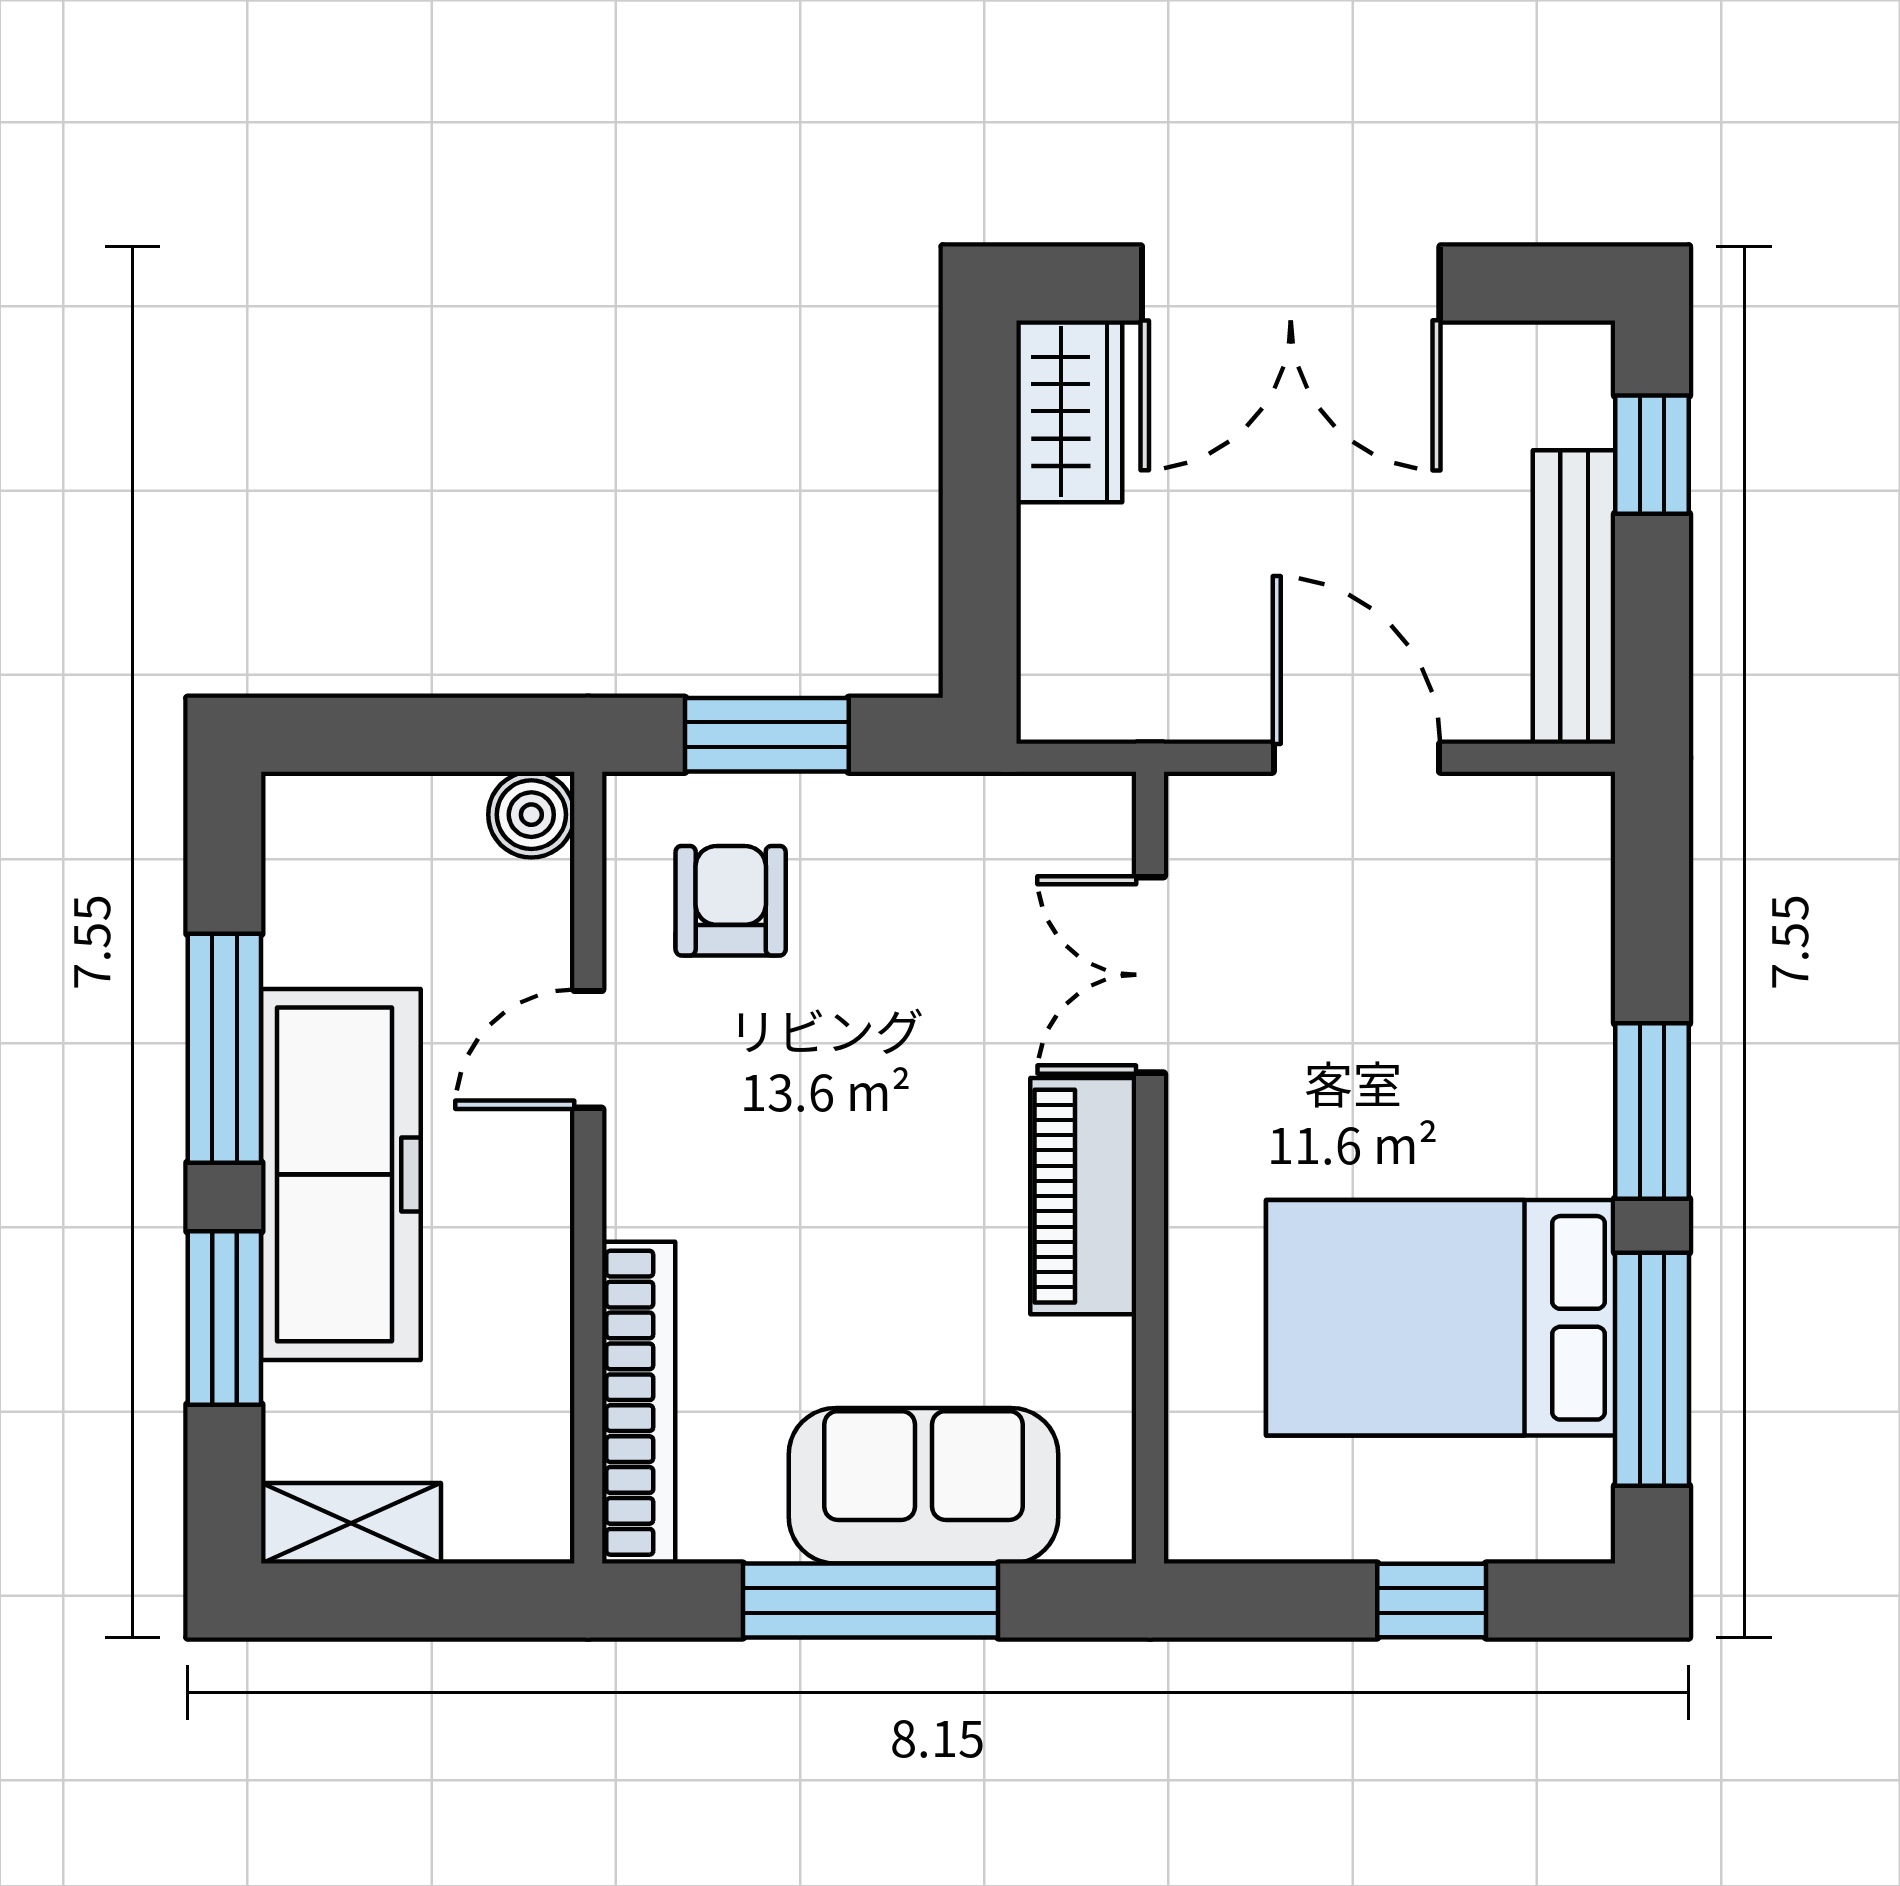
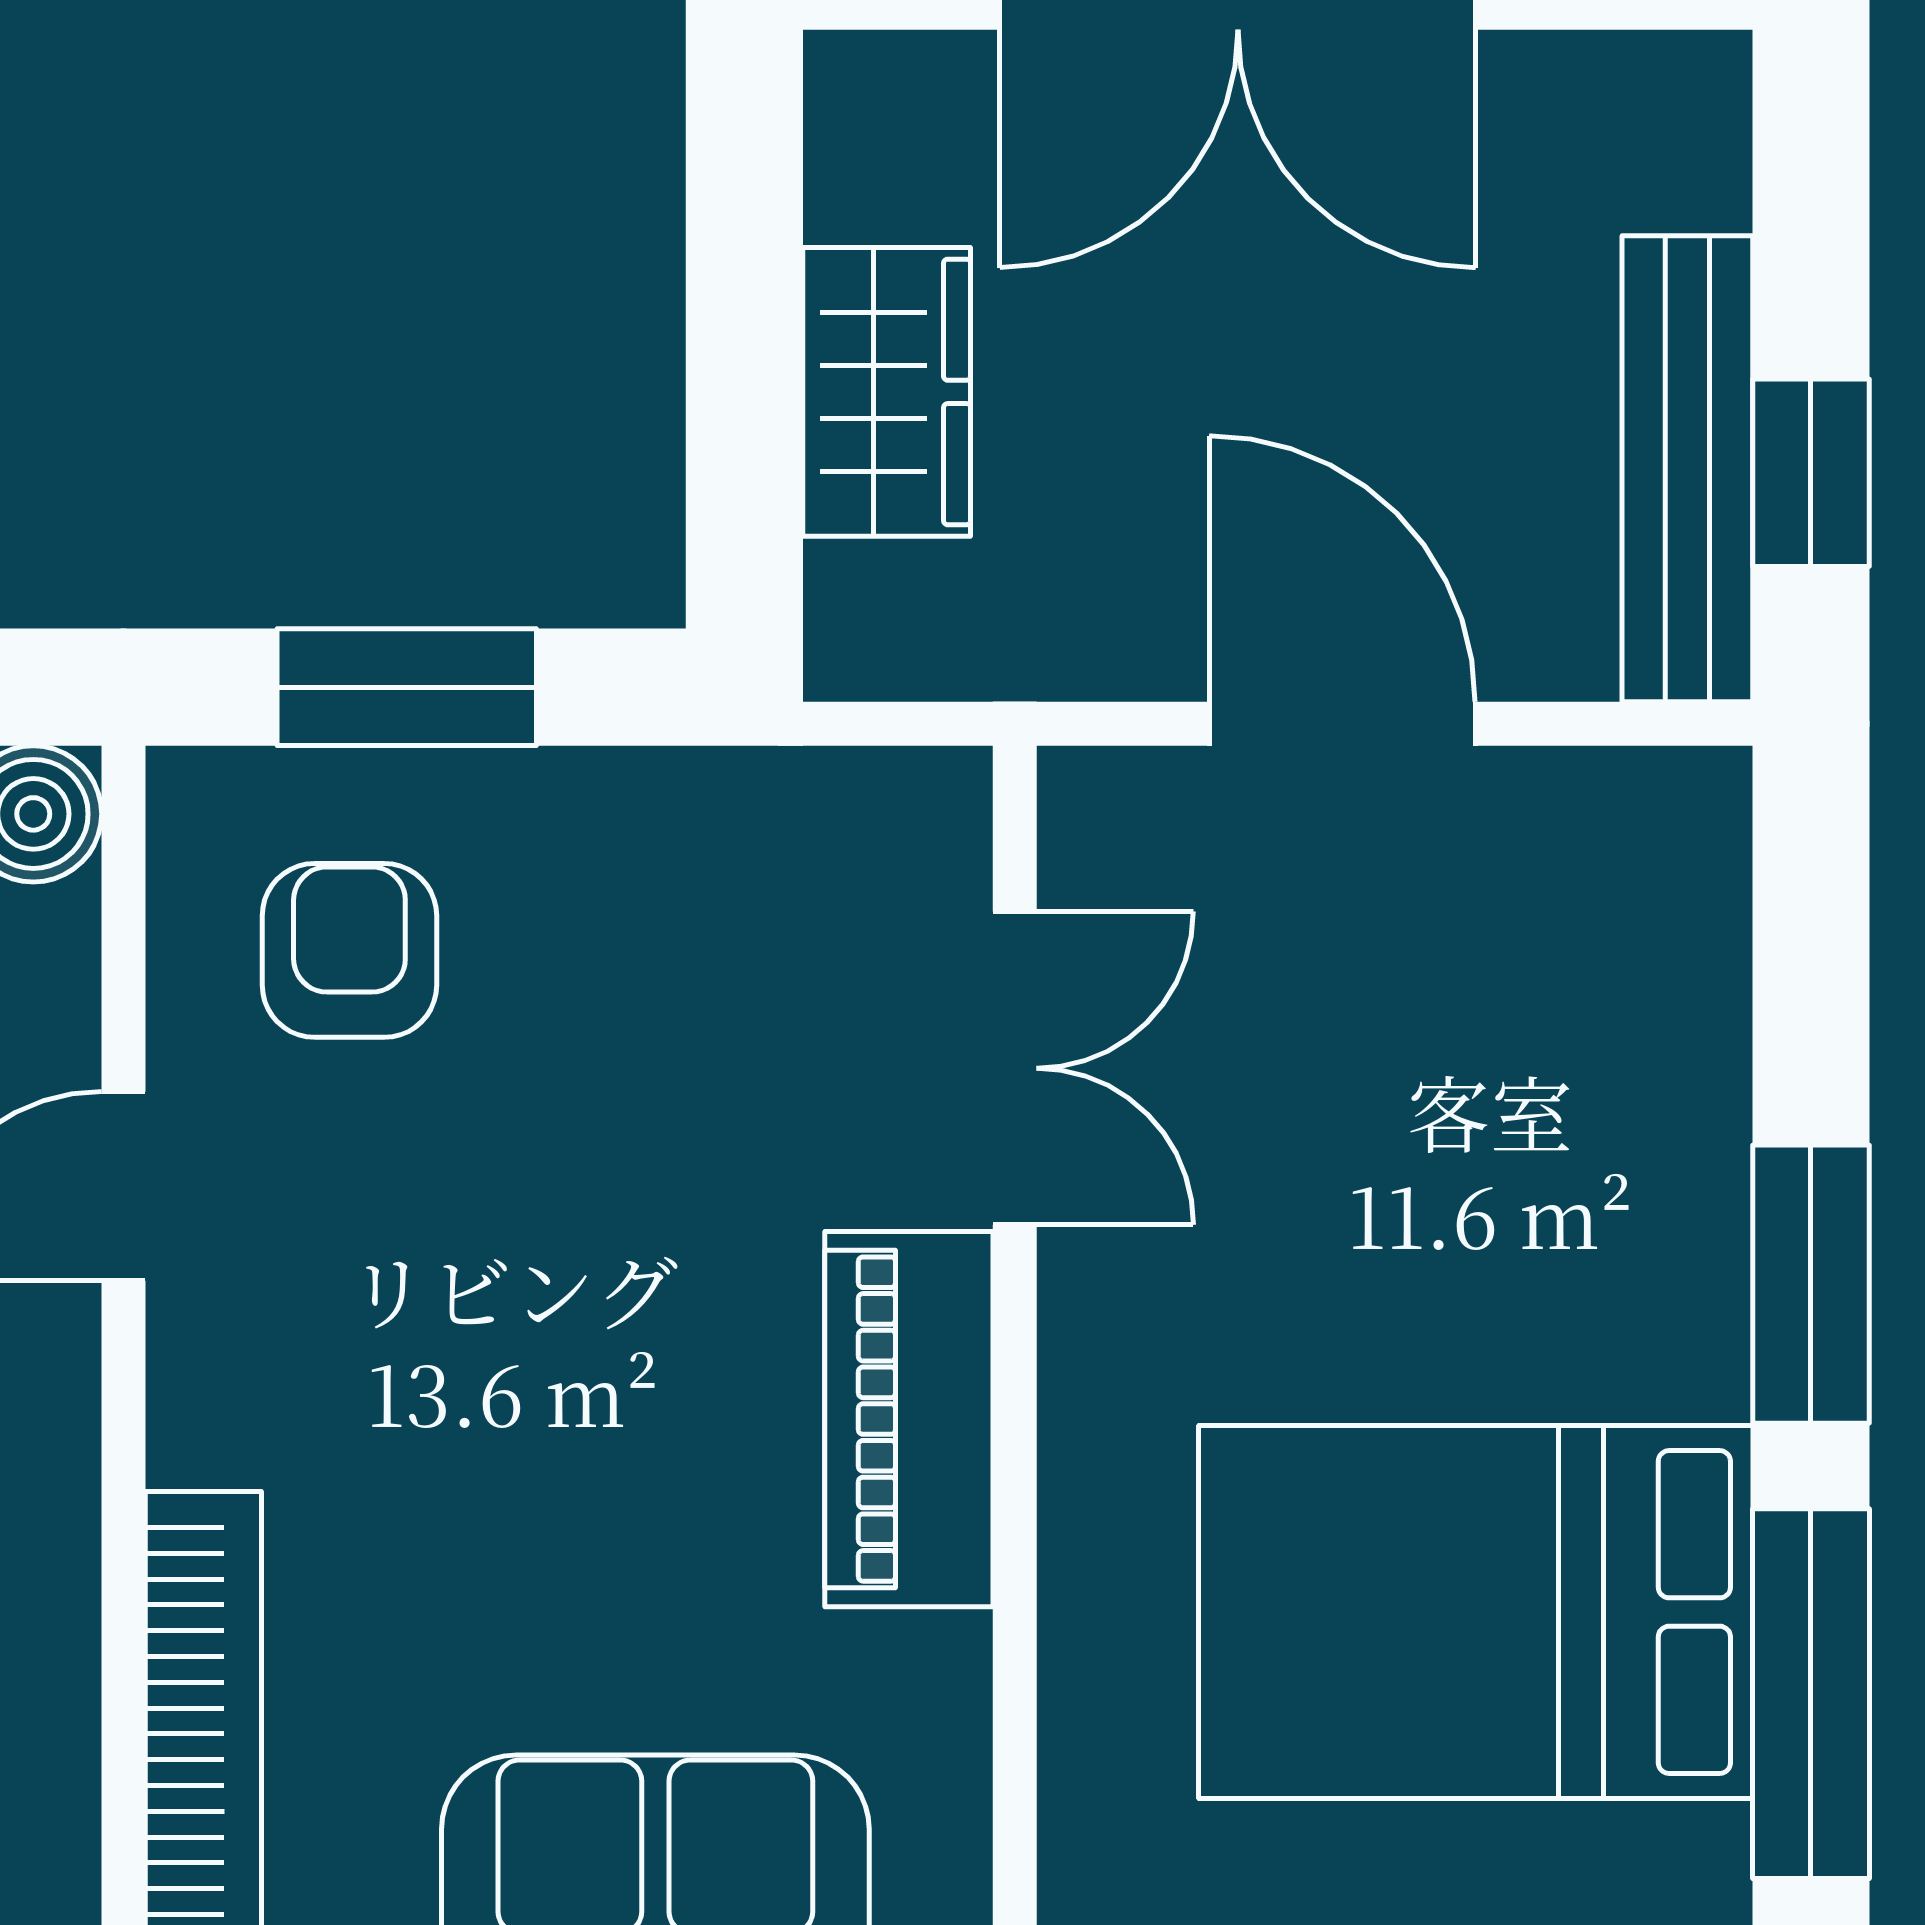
wardrobe: (1069, 411) -> (887, 392), moved
window: (1652, 455) -> (1811, 473), moved
double door: (1150, 975) -> (1015, 1068), swing flipped

